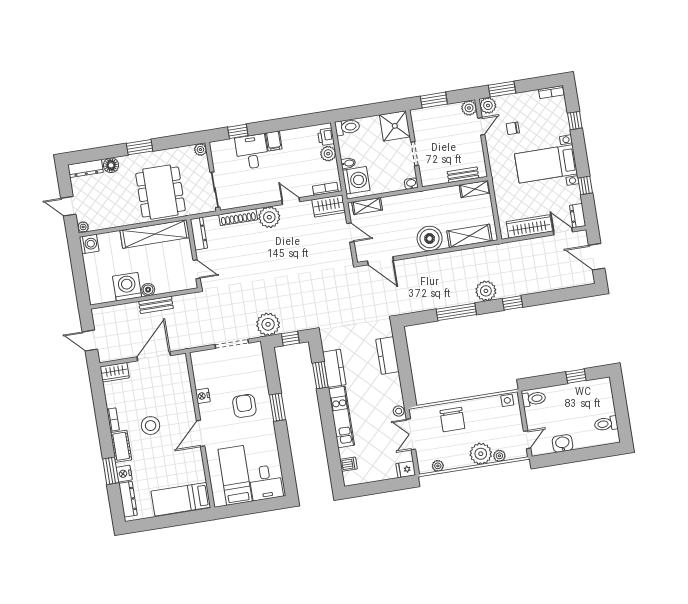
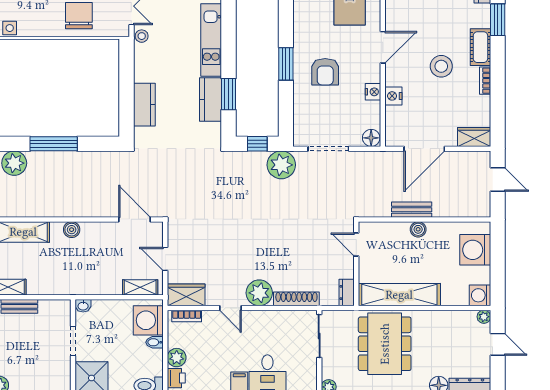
dresser: (199, 234) -> (347, 293), width x0.70
boiler: (430, 239) -> (72, 230), width x0.54, depth x0.54
washing machine: (127, 287) -> (475, 250), moved, turned 90
floor lamp: (198, 358) -> (371, 138), added
nightstand: (124, 474) -> (393, 96), moved, turned 180

